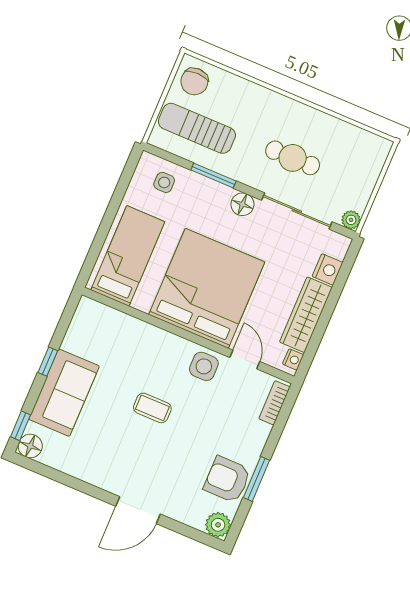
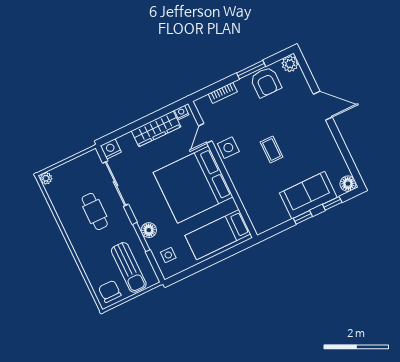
chair: (194, 81) -> (110, 291), turned -90
floor lamp: (242, 204) -> (149, 230), moved
plant: (351, 220) -> (46, 178), moved
nightstand: (327, 269) -> (111, 149), moved
bookcase: (274, 403) -> (223, 93), moved
window: (21, 426) -> (332, 203), moved

